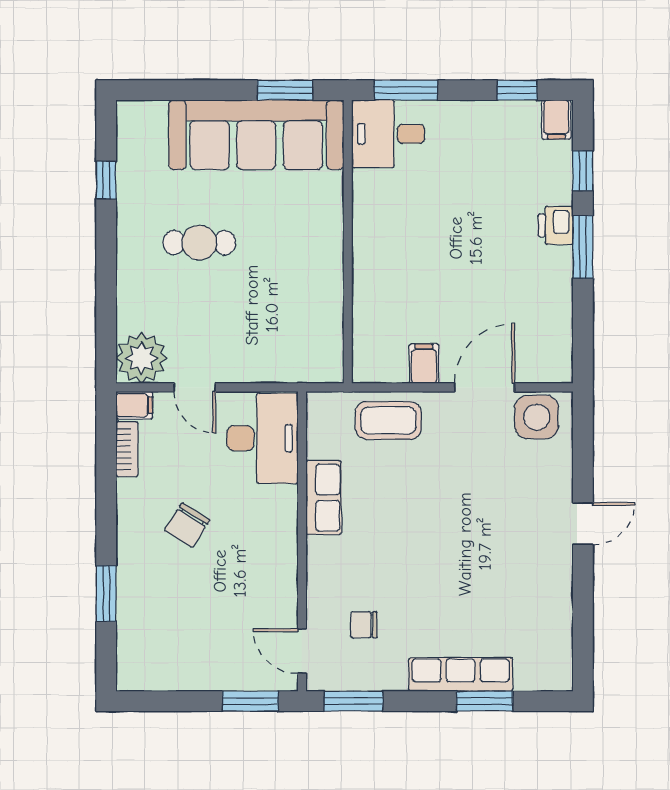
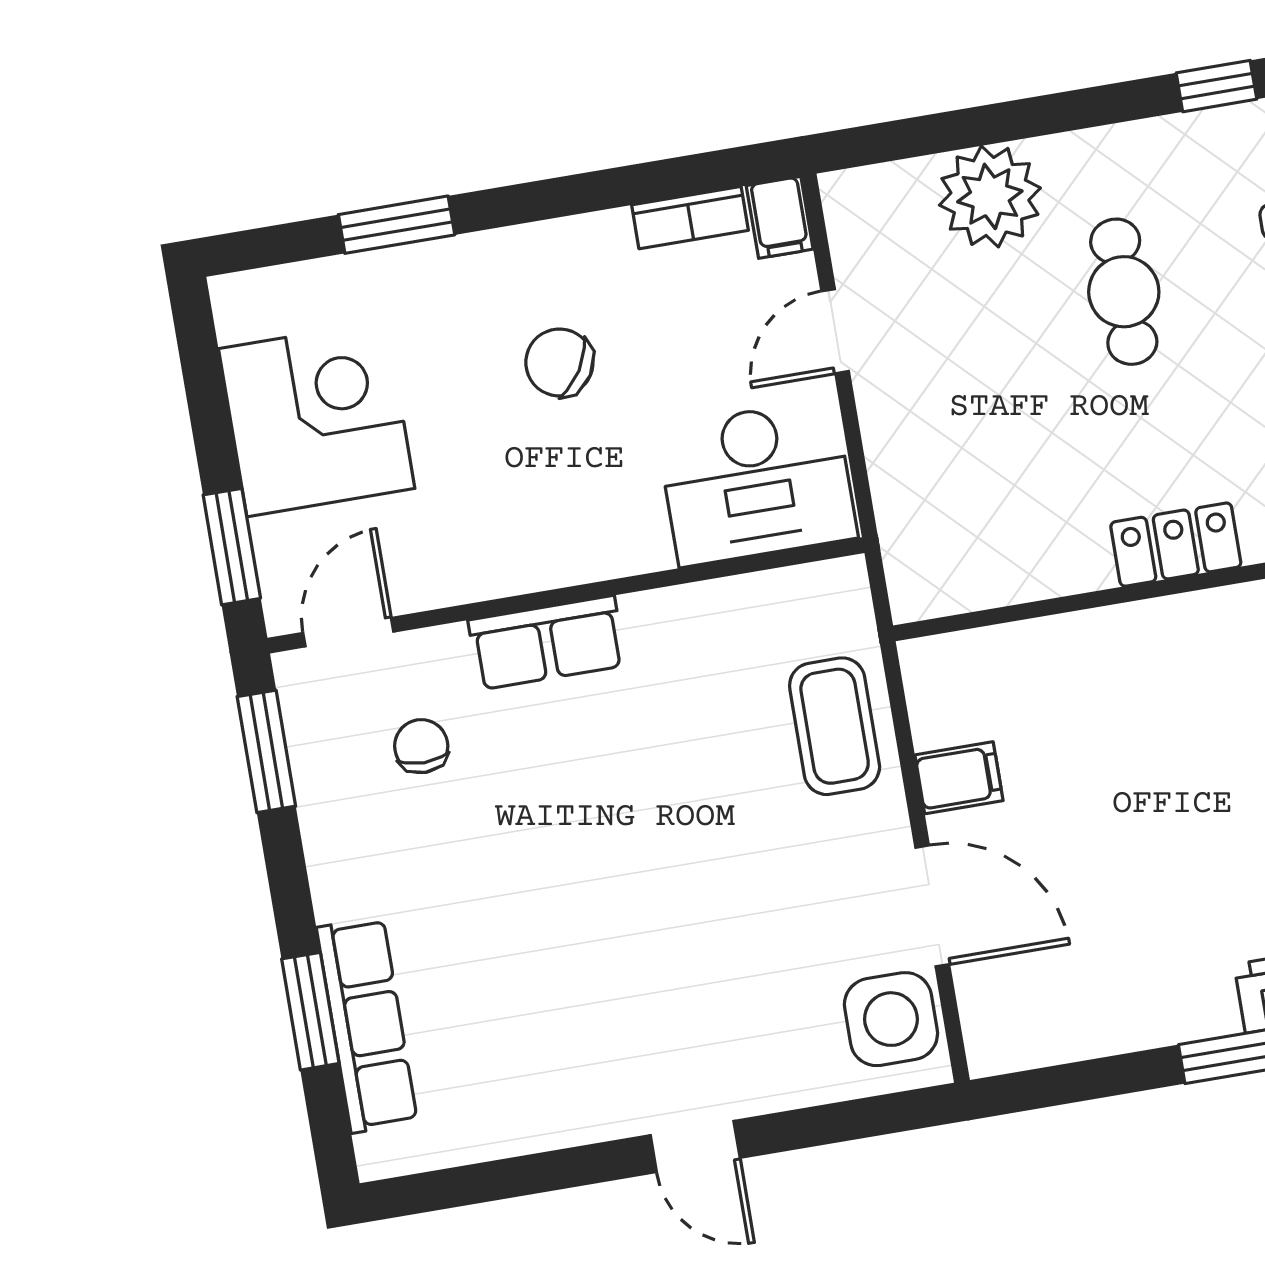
locker: (328, 238) -> (1176, 545), added
plant: (141, 358) -> (990, 196), moved
row of seats: (324, 498) -> (547, 643), moved
corner desk: (195, 649) -> (317, 419), added
row of seats: (461, 674) -> (367, 1025), moved

